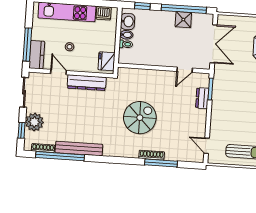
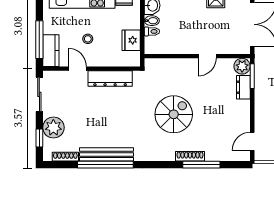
fridge: (107, 61) -> (131, 40), moved
door: (185, 70) -> (207, 56), moved
plant: (202, 80) -> (242, 66), added
door: (207, 146) -> (252, 141), hinge flipped
window: (60, 156) -> (105, 165), moved

